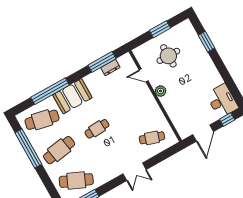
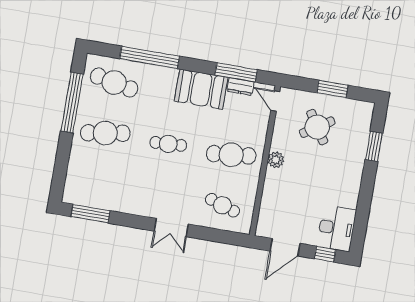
round table: (168, 56) -> (317, 127), turned -33
door: (144, 75) -> (275, 101), moved
booth: (72, 96) -> (201, 89), moved
cafe table: (76, 181) -> (231, 155), moved, turned -30

